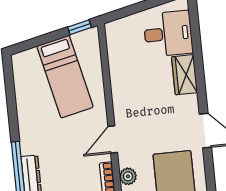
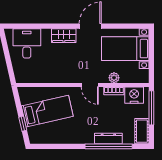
window: (80, 27) -> (23, 124), moved
wardrobe: (184, 75) -> (64, 36), moved

